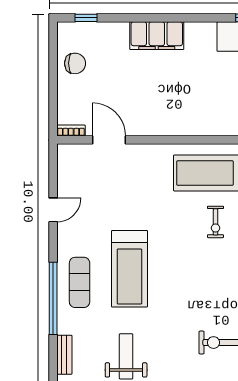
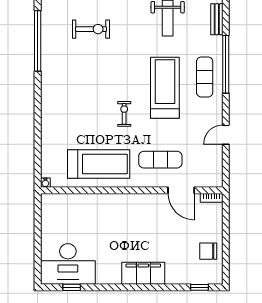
exercise mat: (135, 179) -> (160, 160), added
exercise bike: (215, 222) -> (124, 114), moved

